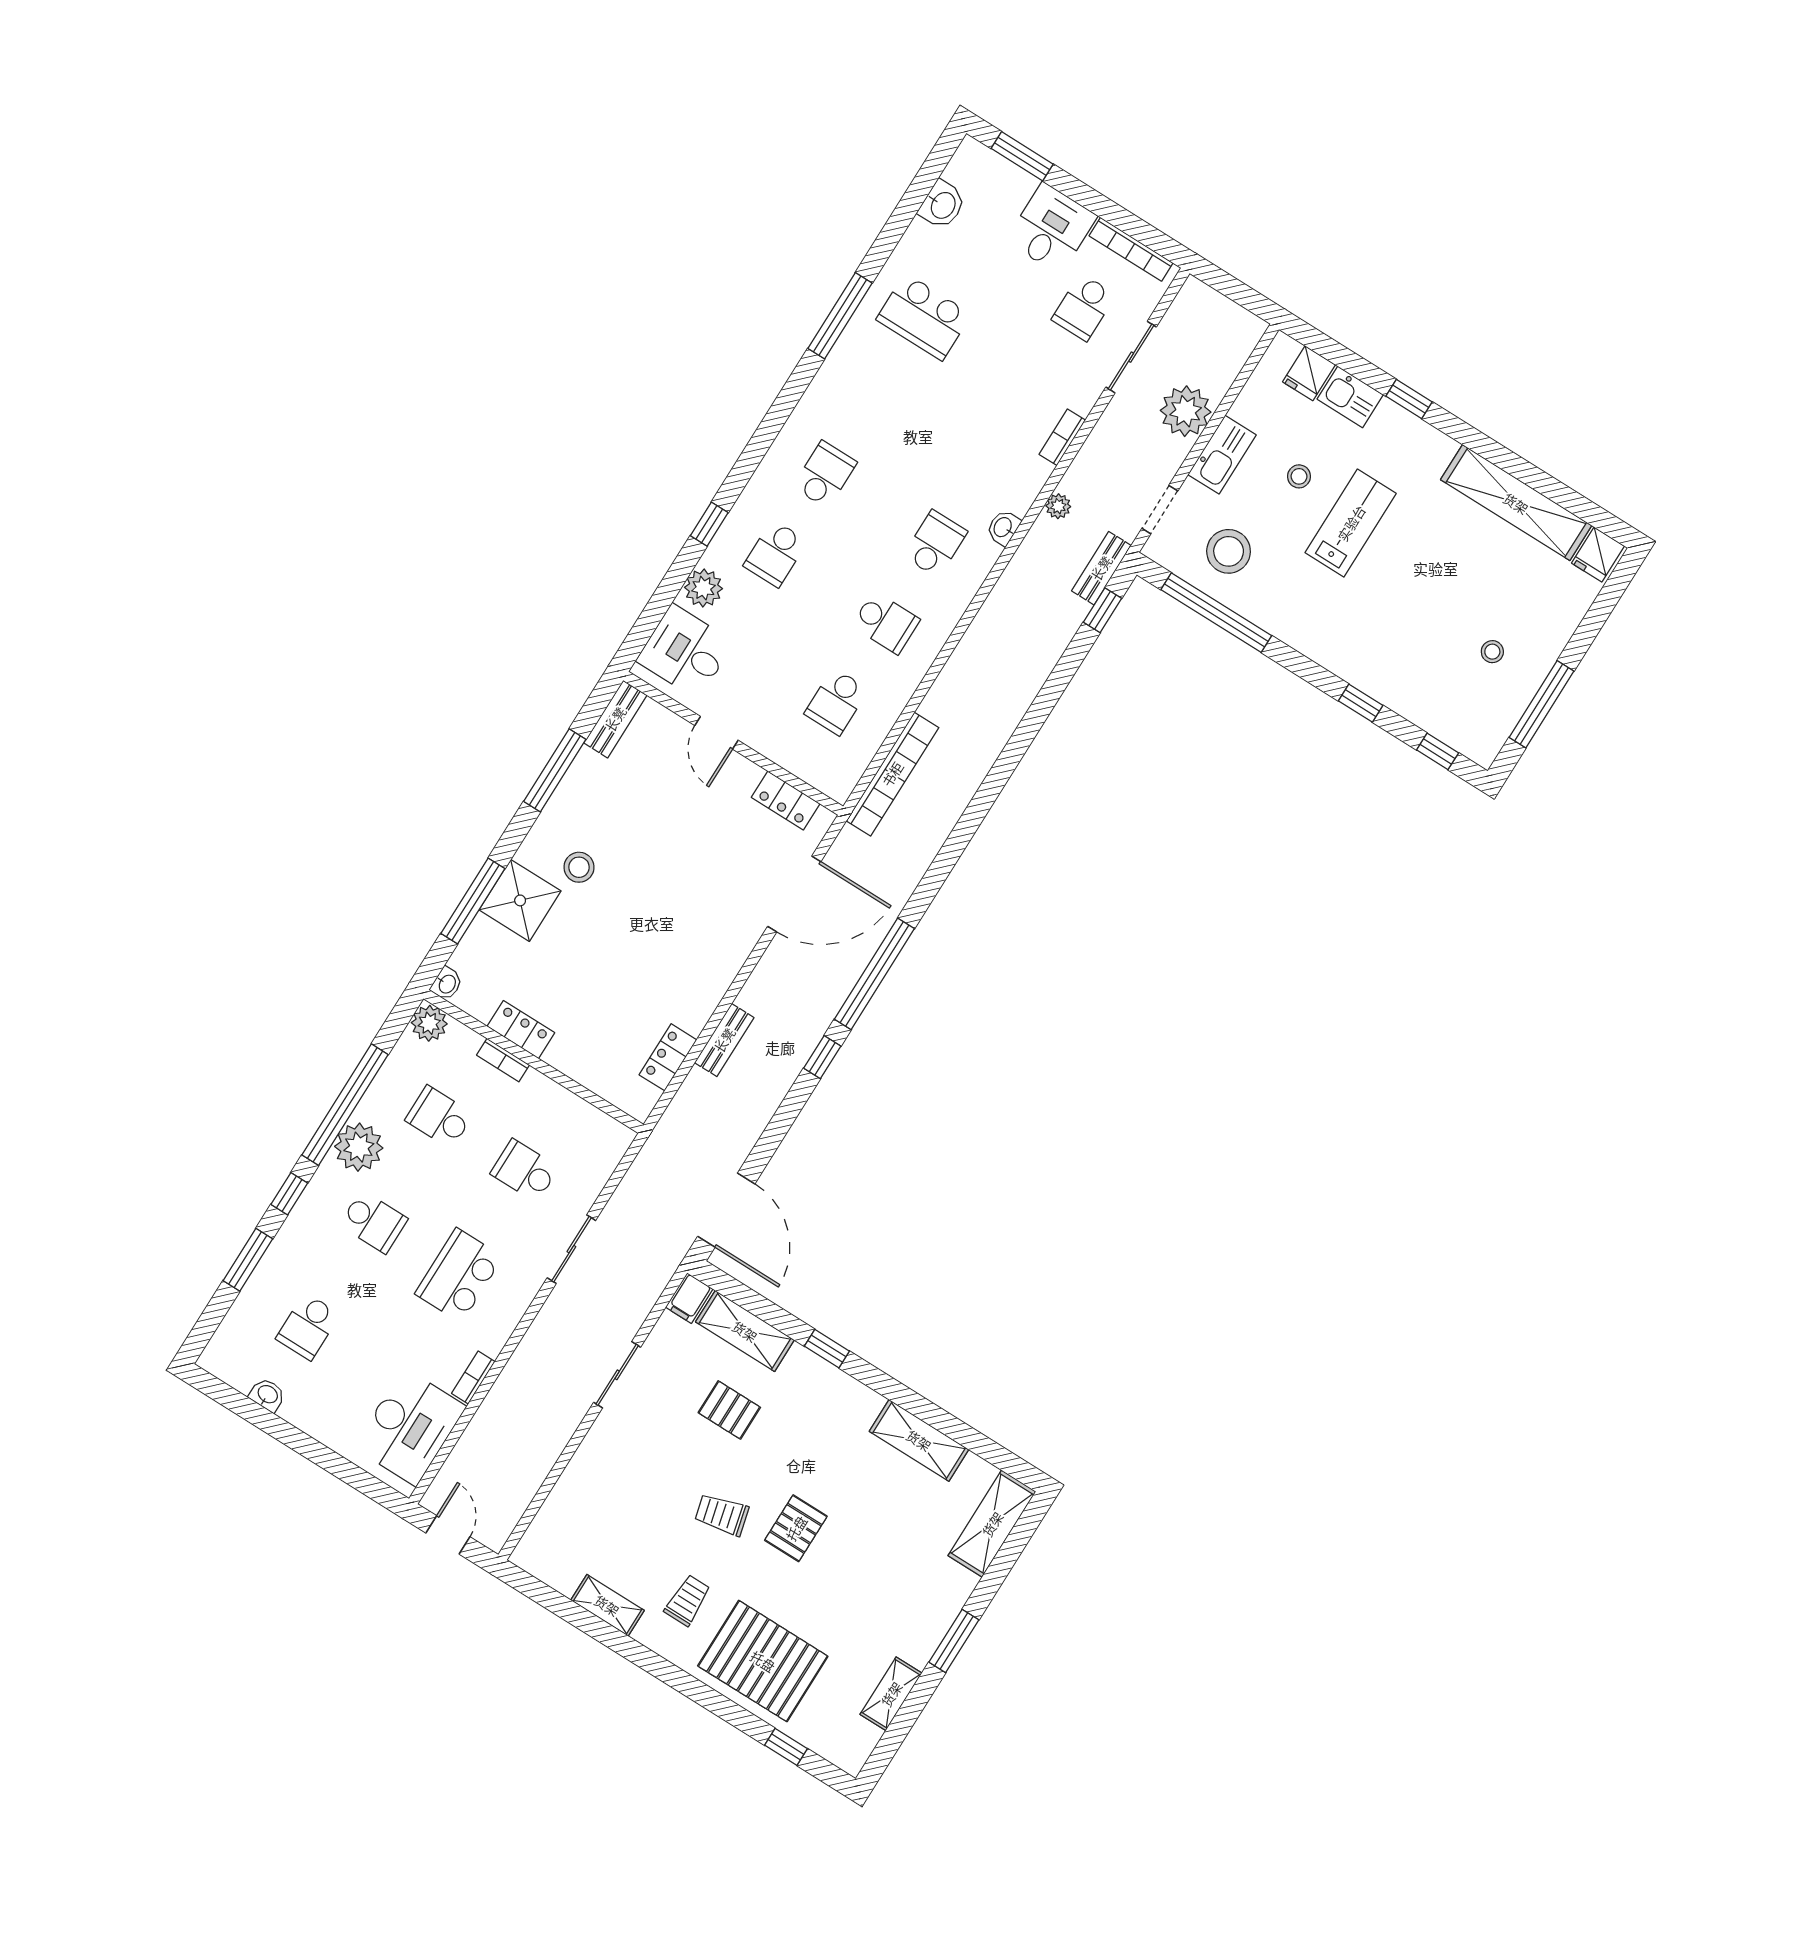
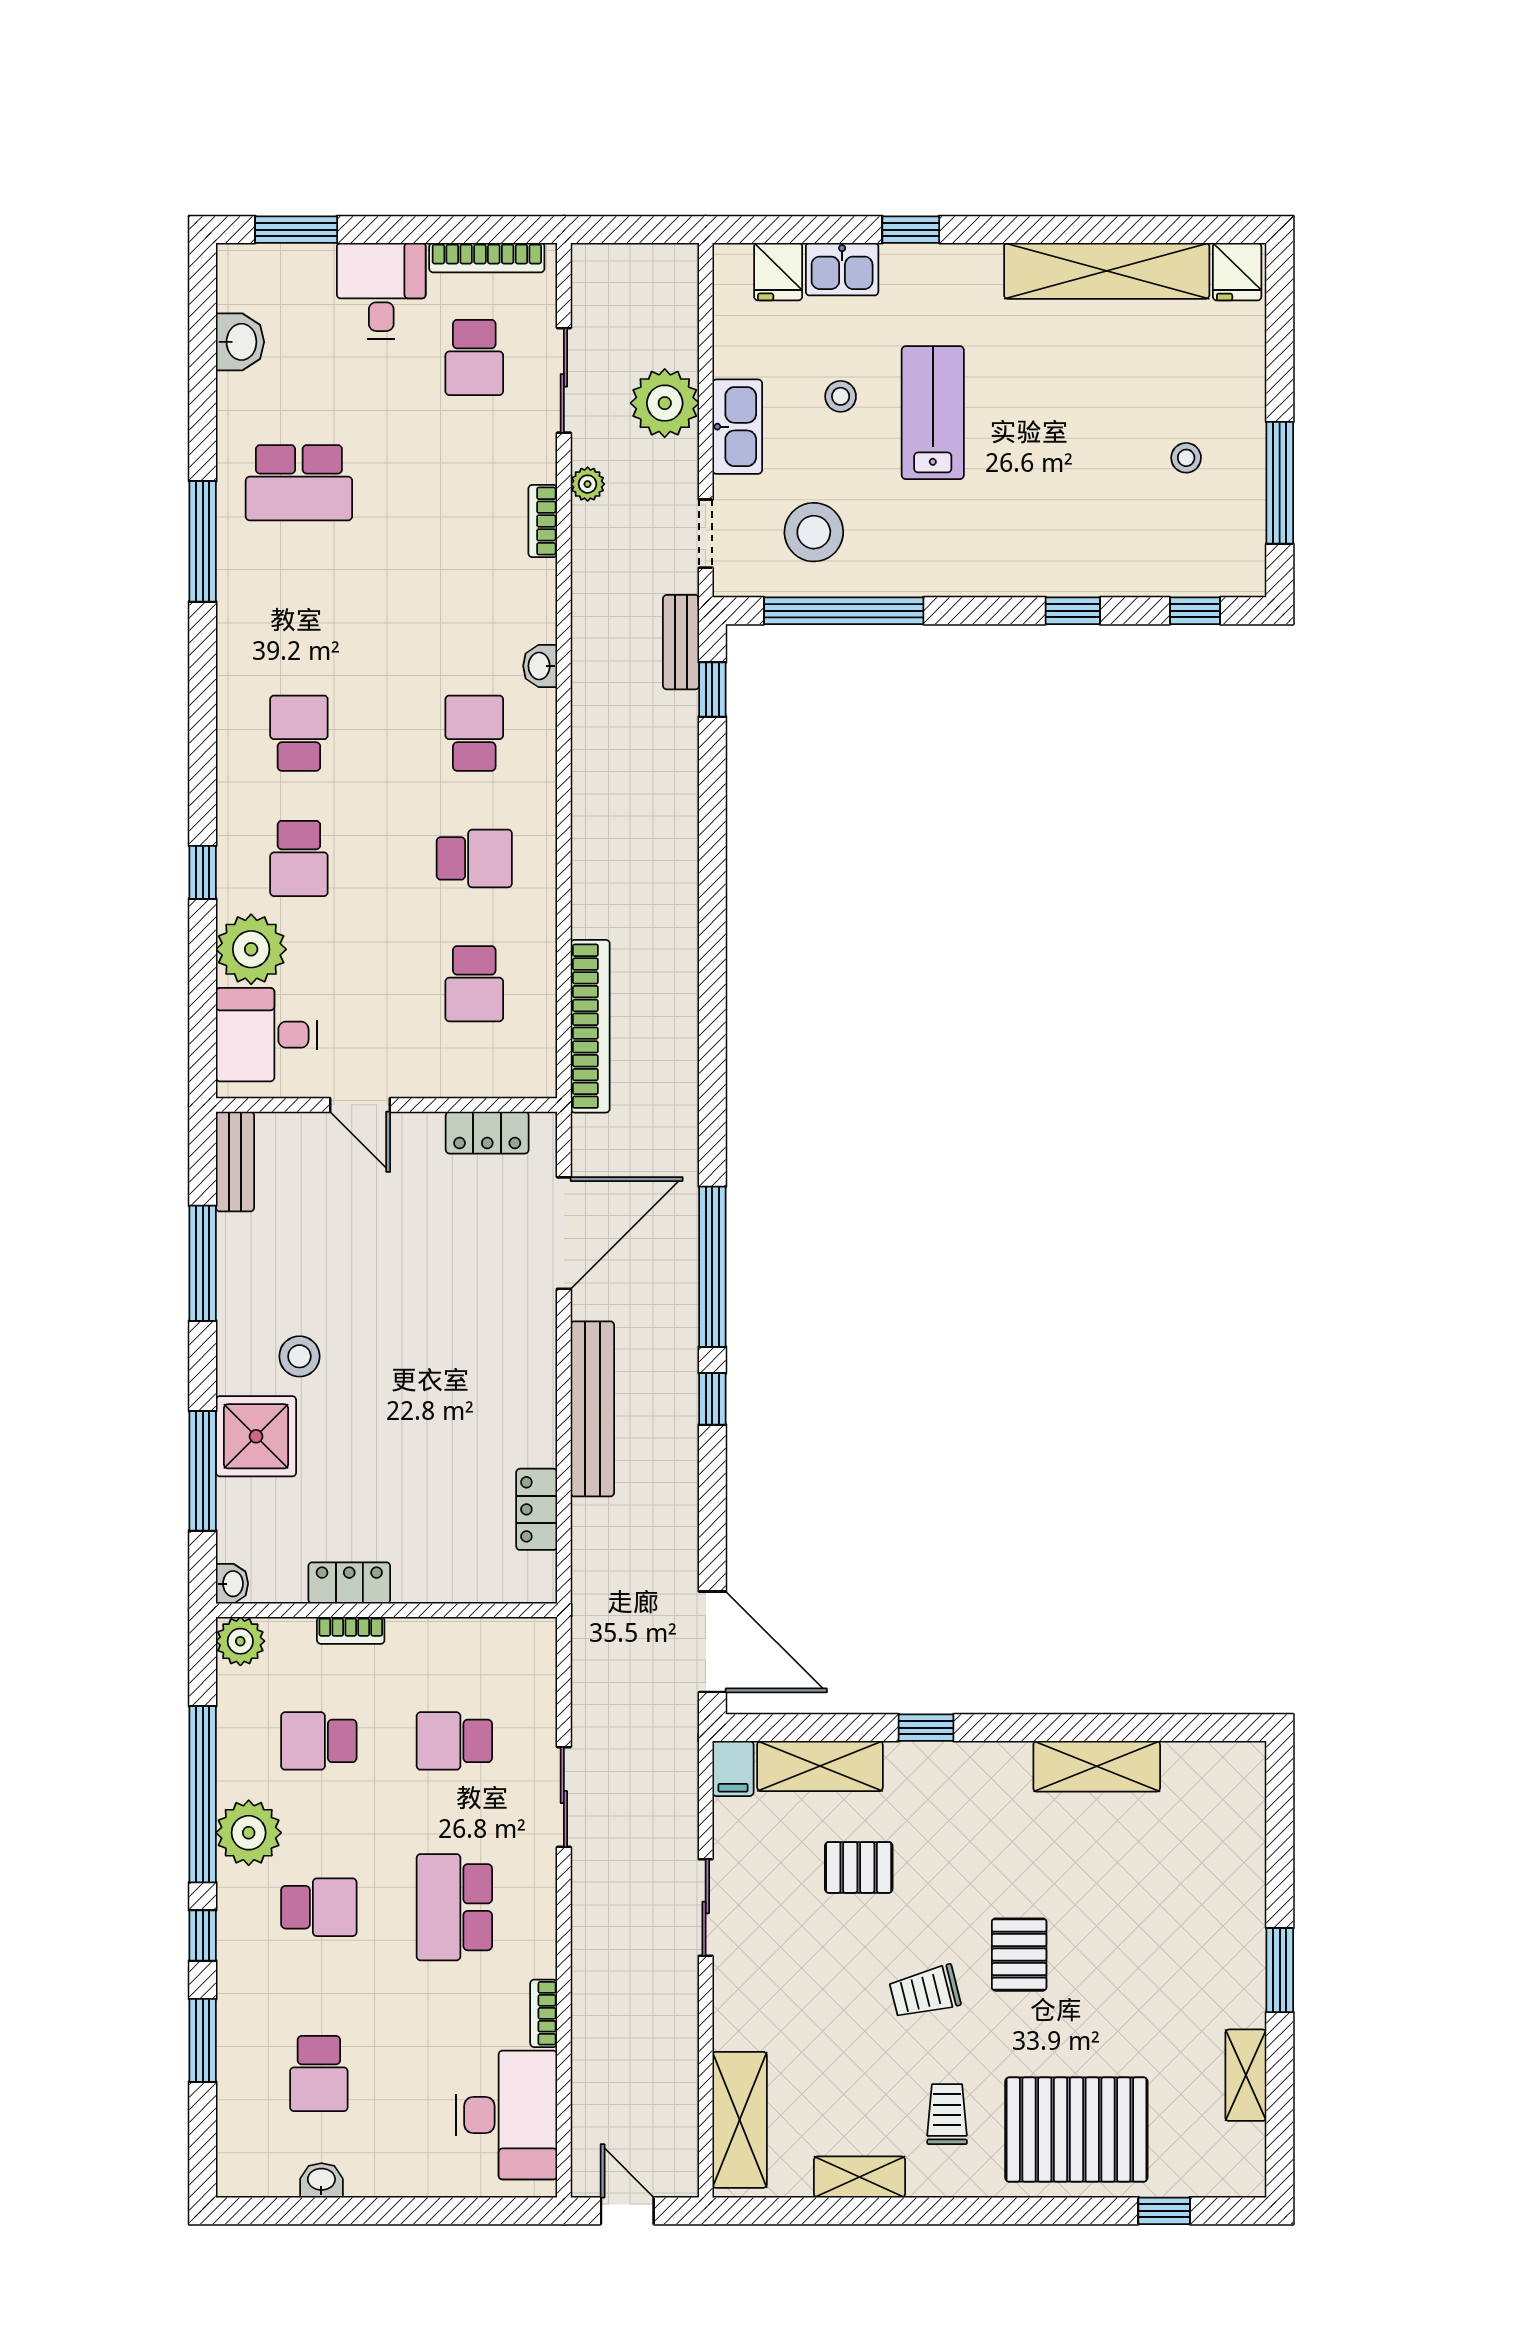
plant: (1058, 506) -> (588, 484), moved
plant: (703, 588) -> (251, 949), width x1.36, depth x1.36
bench: (724, 1040) -> (592, 1409), width x1.86, depth x1.21
shelving: (992, 1524) -> (740, 2120), moved

